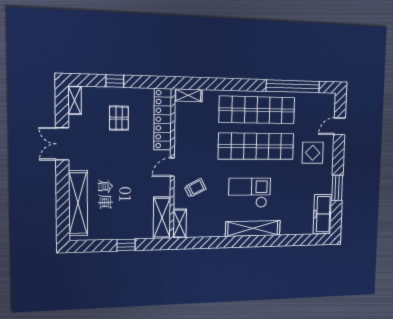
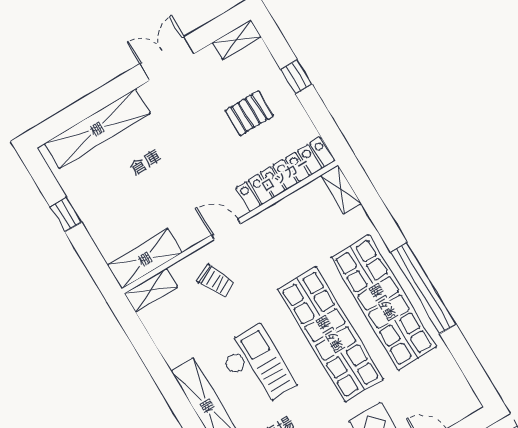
window: (293, 86) -> (423, 288), moved
window: (126, 245) -> (66, 215), moved

